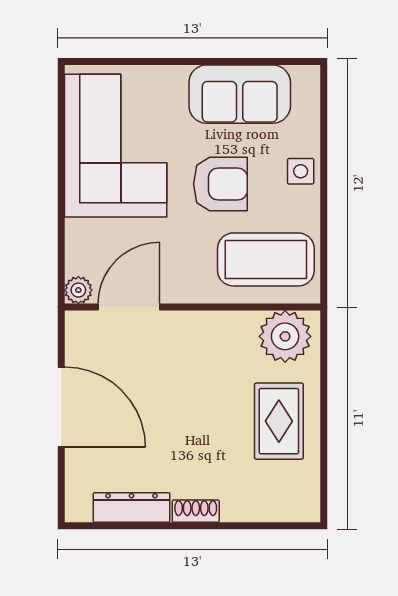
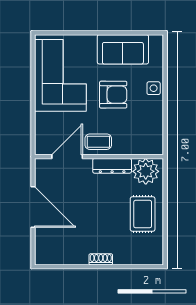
coffee table: (266, 259) -> (98, 142), moved, width x0.54, depth x0.58
plant: (78, 290) -> (42, 148), removed
dresser: (132, 507) -> (112, 166), moved, turned 180

